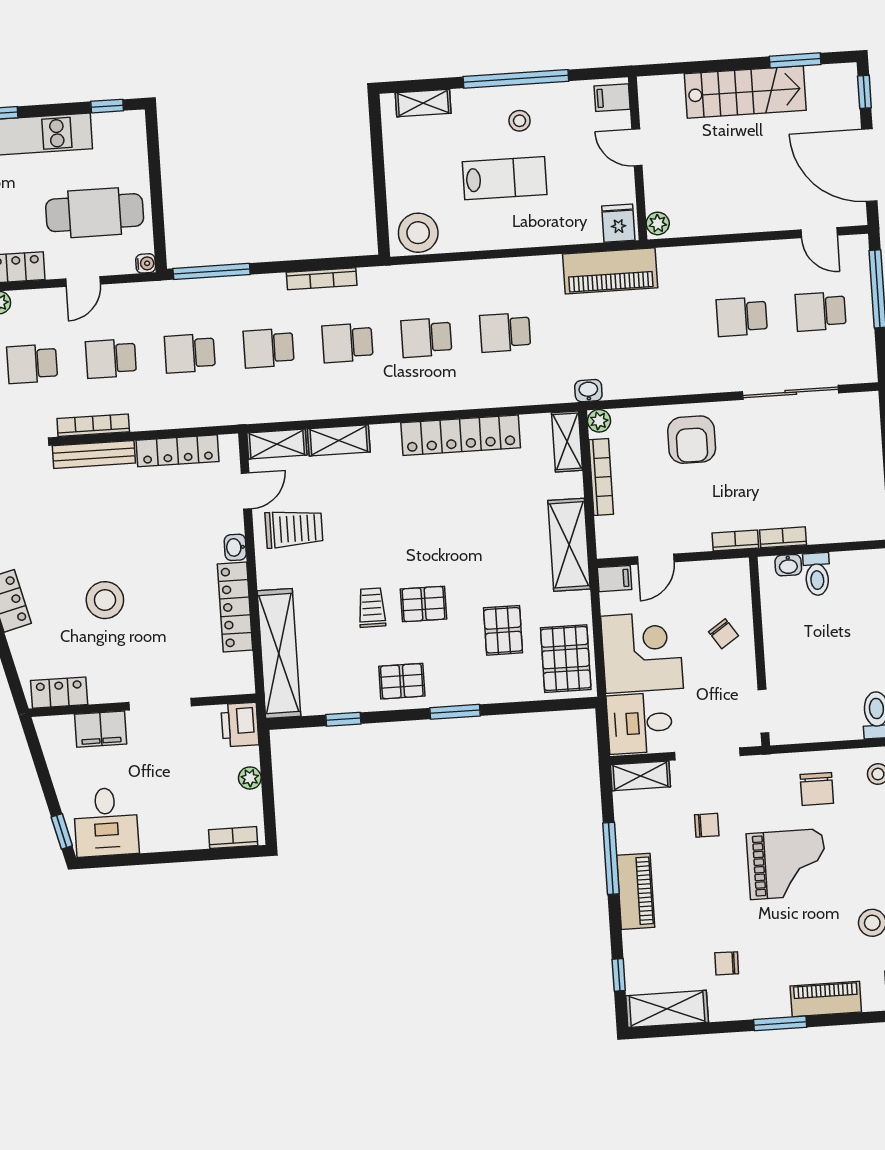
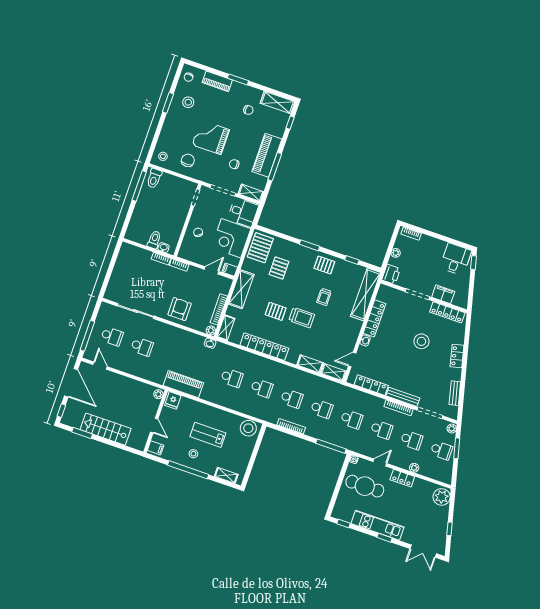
trolley: (294, 529) -> (302, 318), moved, turned 180
pallet: (423, 604) -> (276, 311), moved
locker: (59, 693) -> (447, 312), width x1.53
piano: (636, 891) -> (267, 155), width x1.37, depth x1.33

